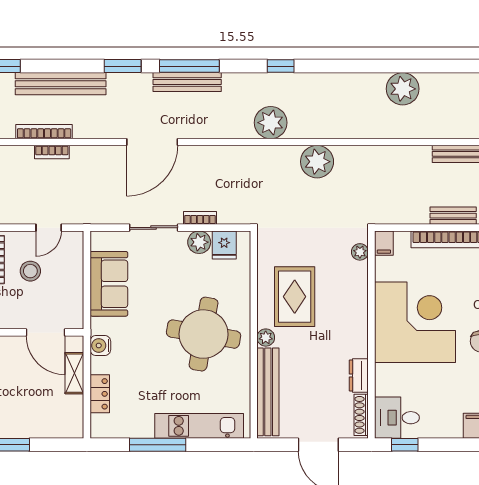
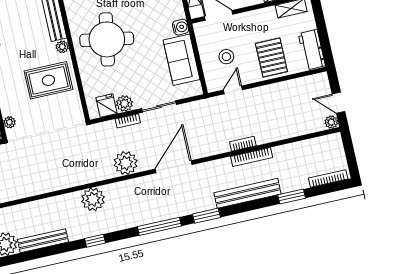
bench: (187, 82) -> (43, 241), moved
plant: (317, 162) -> (126, 163), moved
stool: (30, 271) -> (226, 57), moved
rug: (295, 297) -> (48, 80), turned 90
water cooler: (100, 345) -> (181, 27), moved

